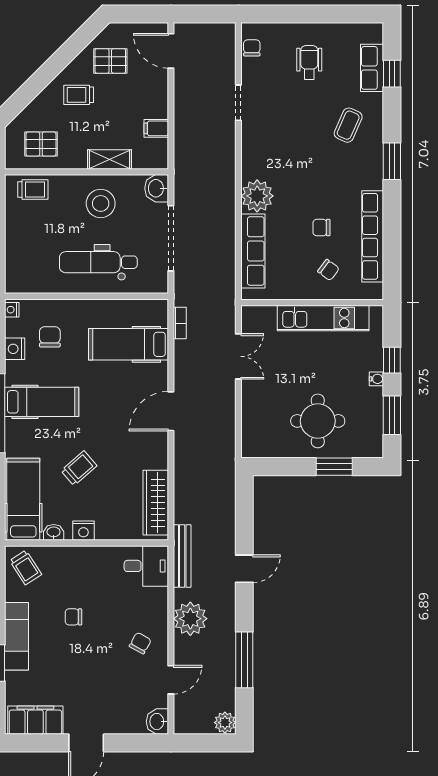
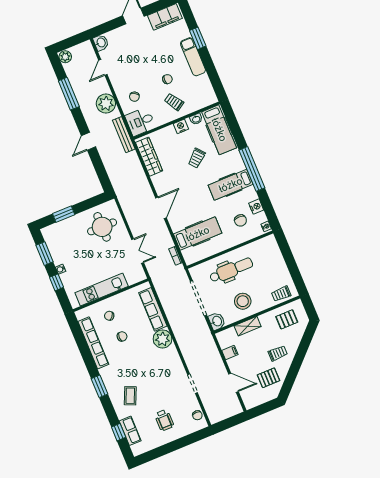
door: (171, 51) -> (233, 383), moved
double door: (238, 356) -> (138, 251), swing flipped
round table: (318, 421) -> (102, 227), moved
trolley: (26, 568) -> (174, 102), moved
chair: (140, 643) -> (134, 97), moved

